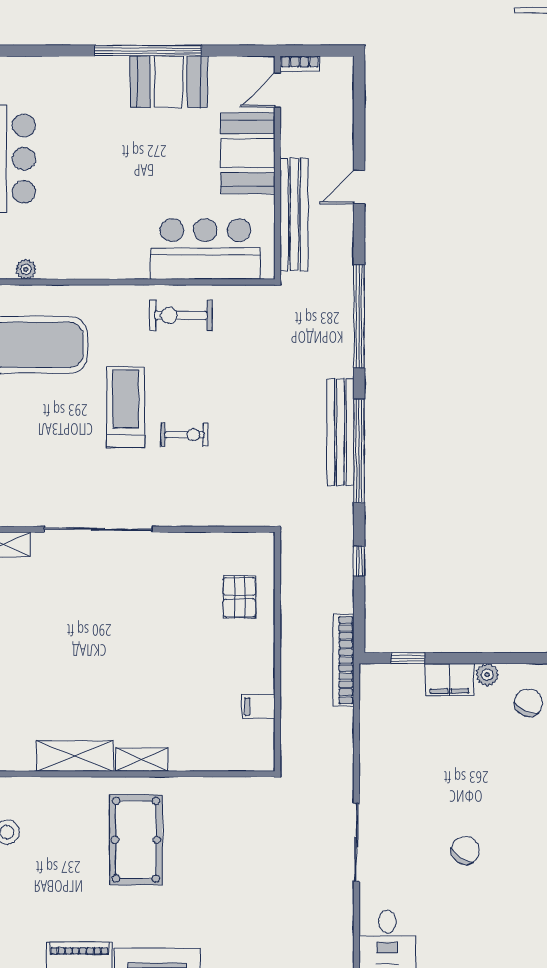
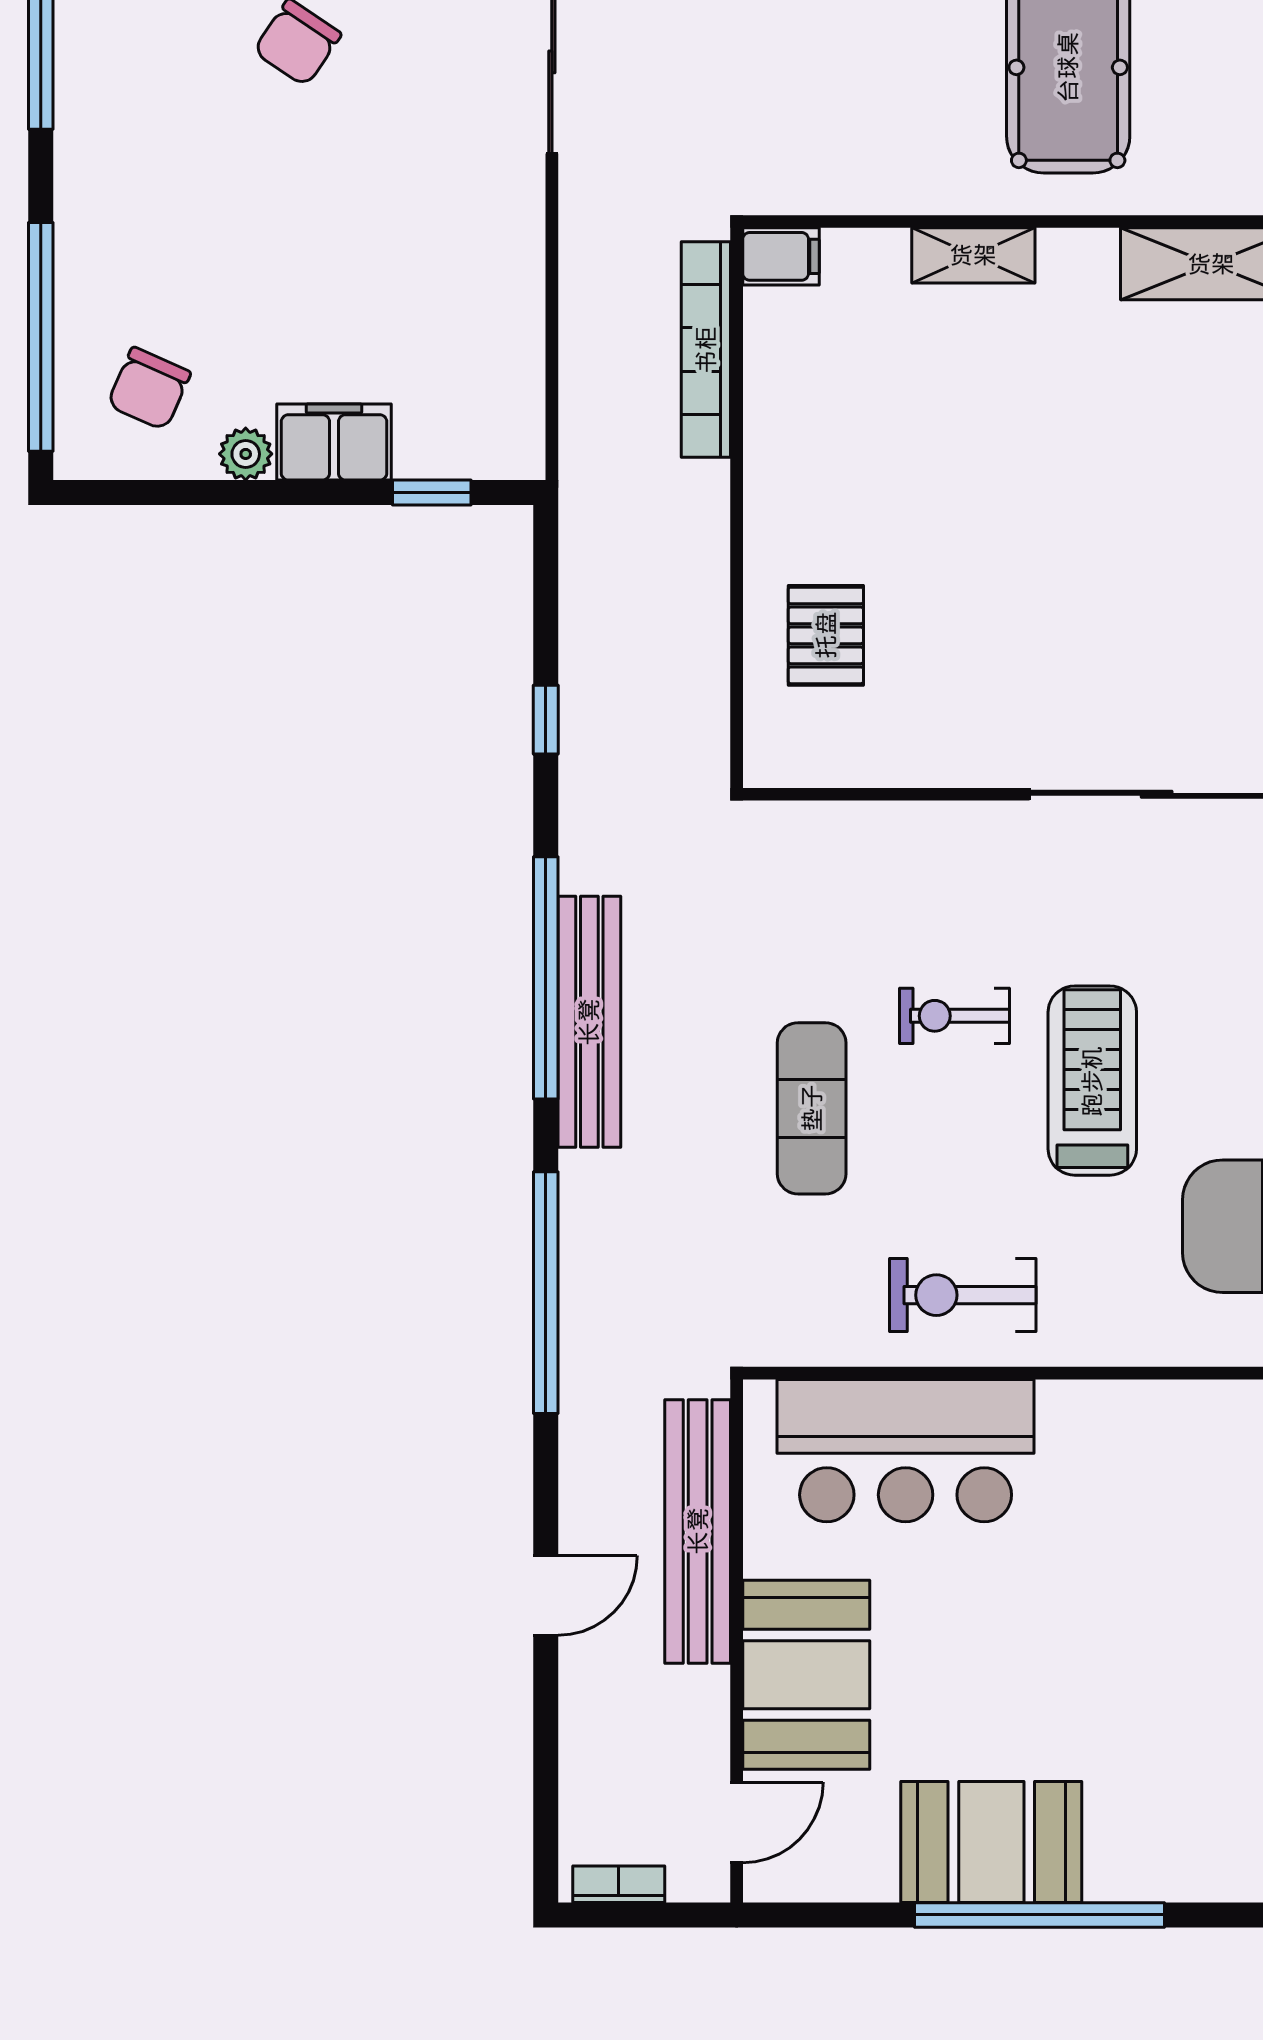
bookcase: (300, 64) -> (619, 1884), moved
exercise bike: (181, 315) -> (963, 1295), turned 180
exercise mat: (245, 395) -> (812, 1108), added
treadmill: (126, 407) -> (1092, 1081), turned 180
bookcase: (343, 660) -> (706, 350), moved, turned 180
filing cabinet: (259, 707) -> (781, 256), moved
shelving: (142, 759) -> (973, 255), moved

